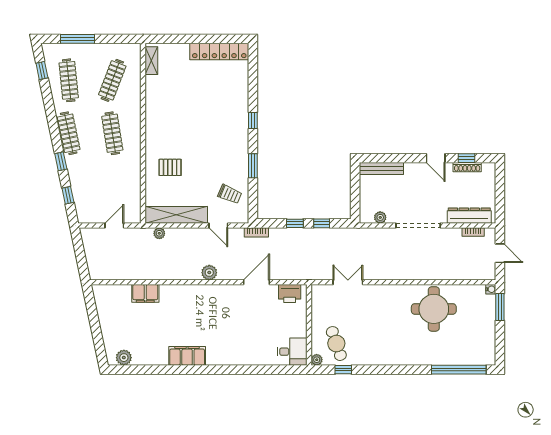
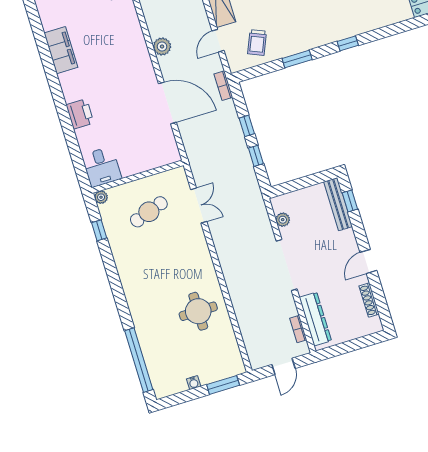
window: (466, 158) -> (350, 201), moved
door: (257, 282) -> (167, 103), width x1.36
water cooler: (491, 289) -> (194, 383), moved
printer: (290, 294) -> (80, 114), moved, turned 180
round table: (434, 309) -> (198, 311), width x0.73, depth x0.73
cafe table: (336, 344) -> (149, 212), moved

